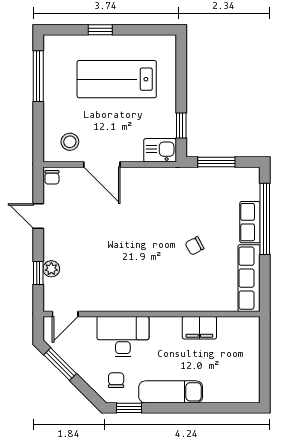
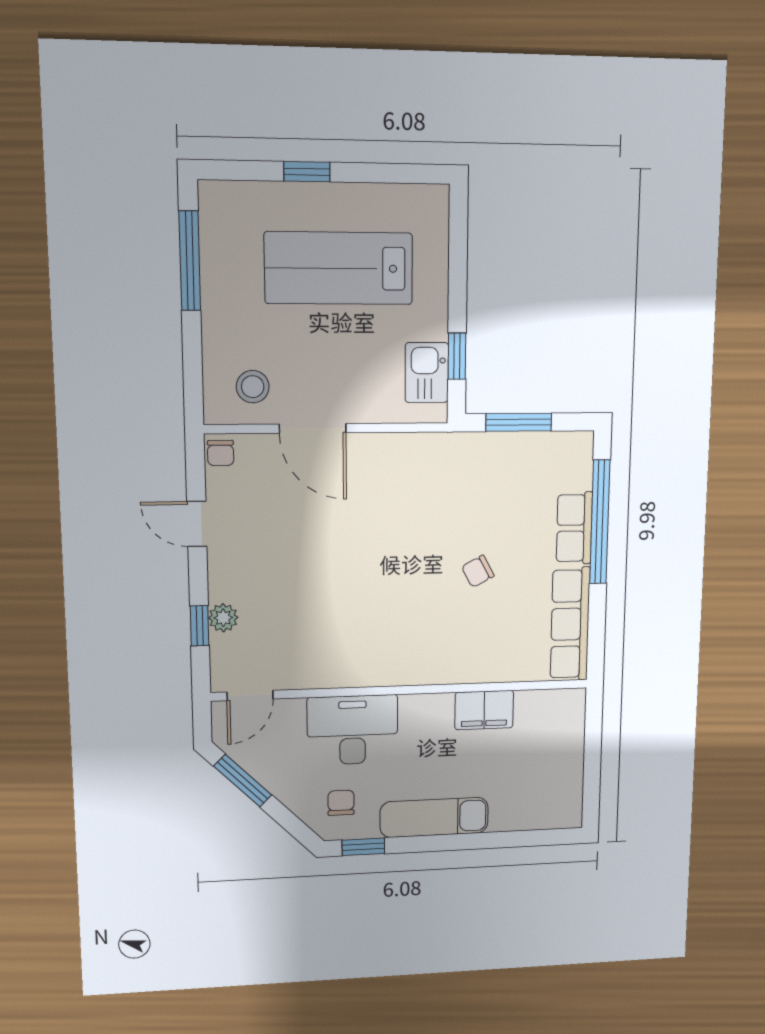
kitchen sink: (160, 150) -> (427, 373), moved, turned -90

